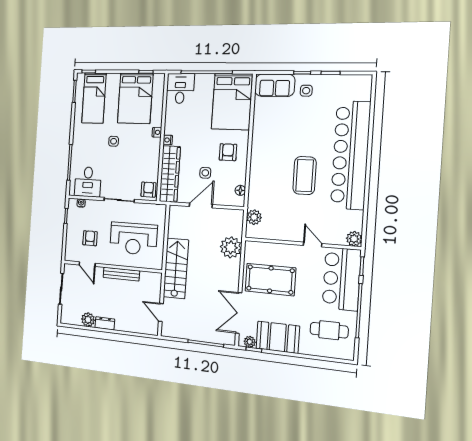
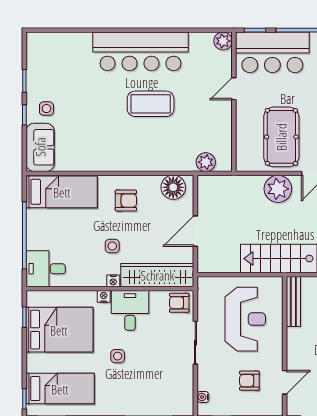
bed: (232, 102) -> (62, 192), width x0.67
armchair: (228, 152) -> (126, 201), turned 180
bar counter: (351, 155) -> (141, 51), width x0.73
side table: (205, 173) -> (112, 246), moved
desk: (88, 182) -> (130, 310), moved, turned -90
floor lamp: (240, 190) -> (173, 187), width x1.89, depth x1.89
door: (201, 205) -> (195, 231), hinge flipped
plant: (231, 247) -> (278, 189), moved
bench: (121, 274) -> (293, 302), moved

